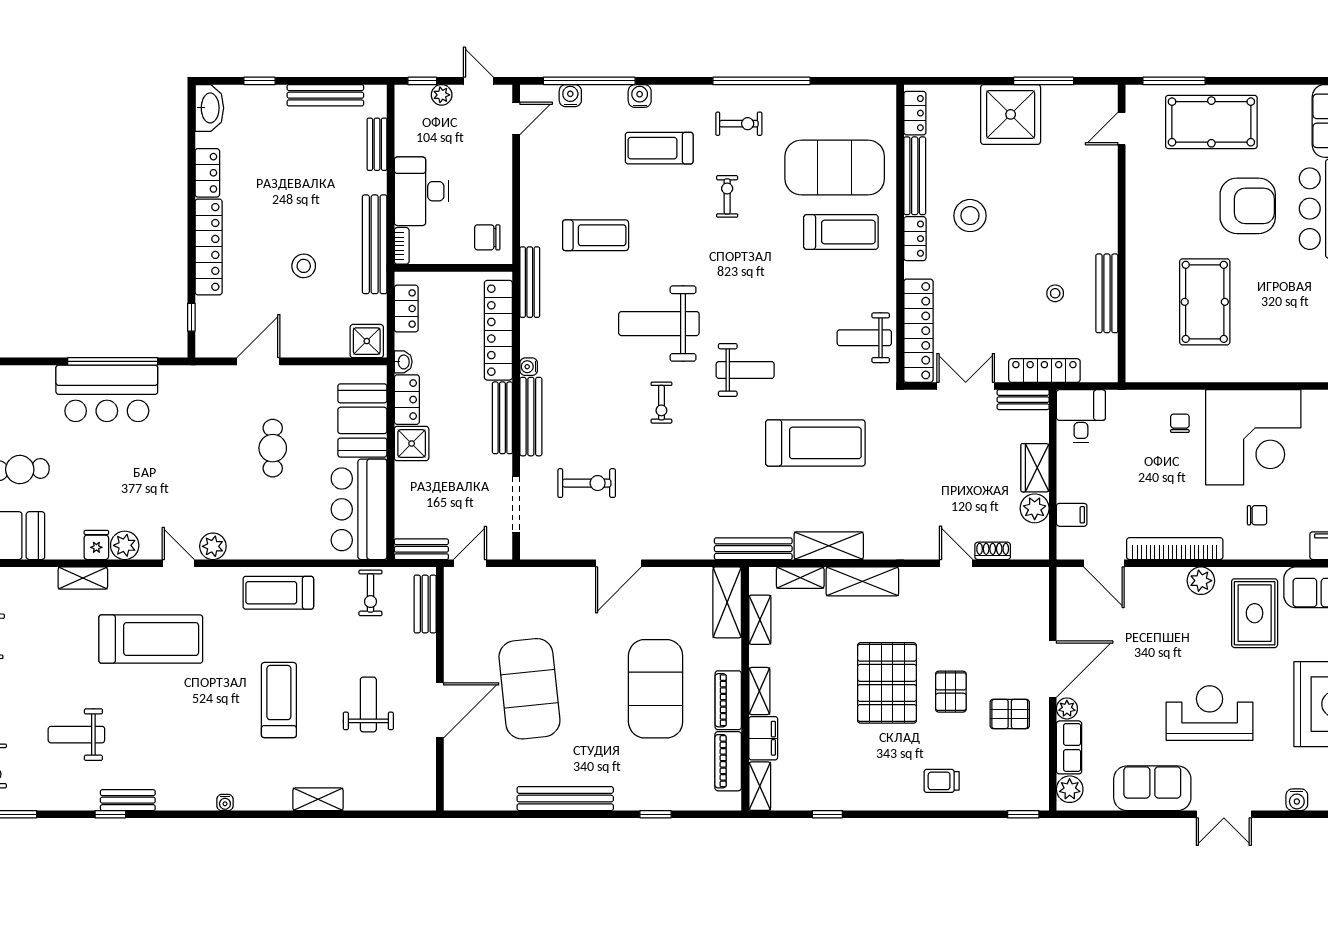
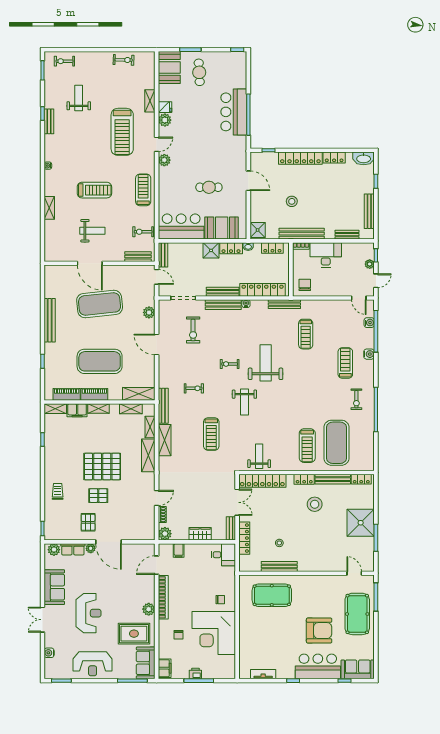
exercise bike: (727, 196) -> (194, 388), moved
armchair: (1248, 206) -> (319, 631), turned -90
pool table: (1205, 302) -> (272, 595), moved
treadmill: (815, 443) -> (211, 434), width x0.73, depth x0.73
plant: (1035, 508) -> (165, 534), moved
plant: (548, 580) -> (149, 312), added

